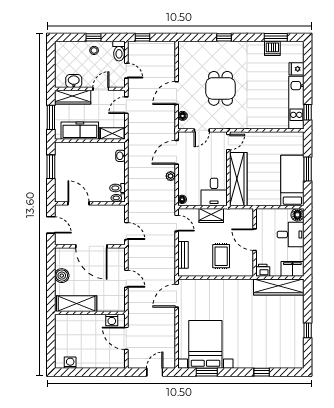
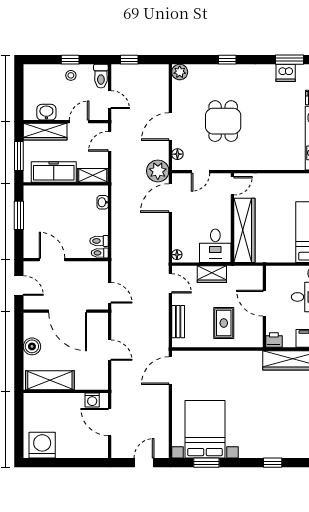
plant: (184, 48) -> (180, 72), added
plant: (171, 176) -> (158, 171), moved, width x1.88, depth x1.88
washing machine: (70, 363) -> (42, 445), width x1.89, depth x1.89

